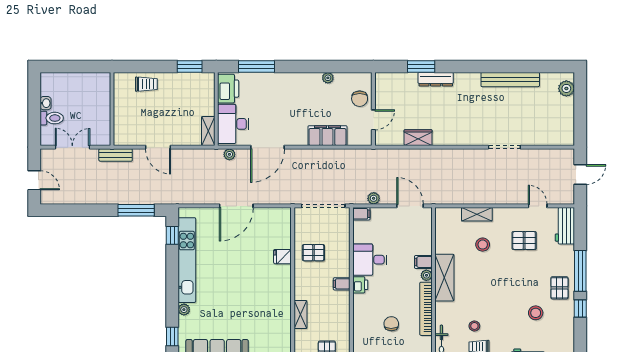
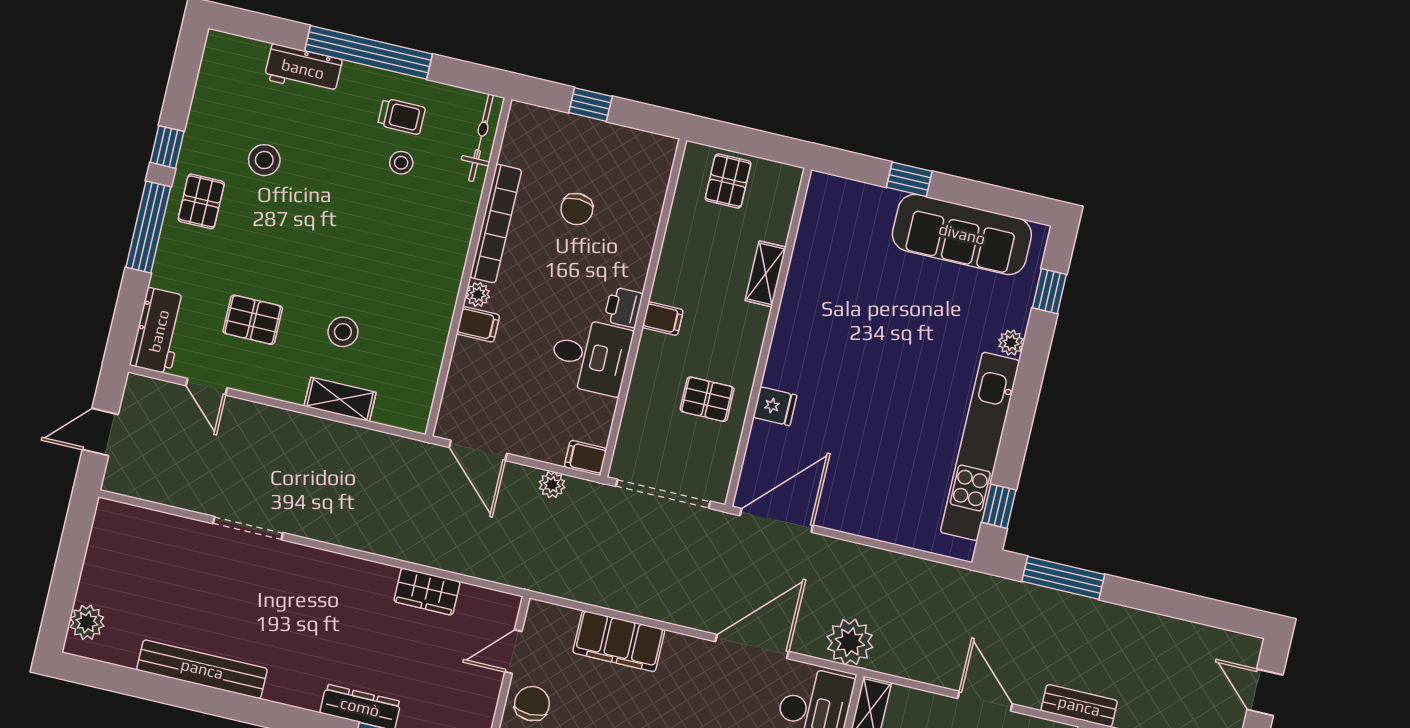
plant: (229, 154) -> (850, 642), width x1.88, depth x1.88
door: (236, 206) -> (776, 520), moved
shelving: (444, 278) -> (441, 281), removed

